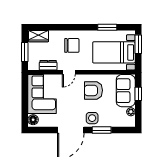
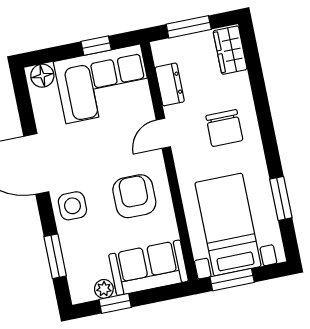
window: (138, 44) -> (232, 280), moved
door: (69, 72) -> (163, 133), hinge flipped
window: (25, 94) -> (96, 46), added
window: (138, 94) -> (115, 303), moved
window: (102, 130) -> (55, 256), moved

